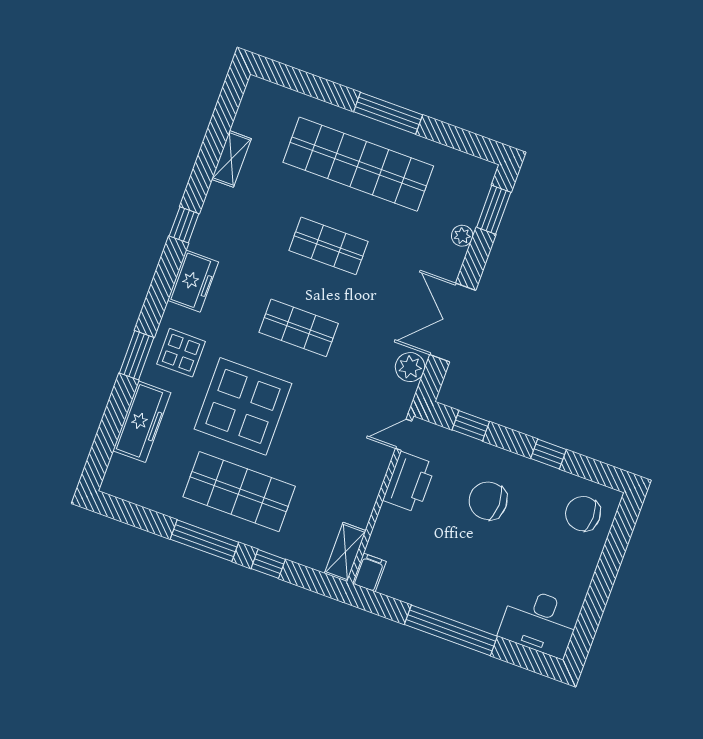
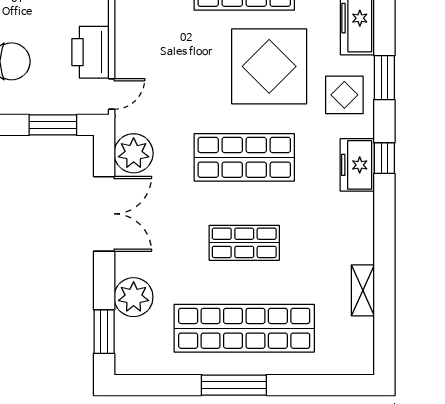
window: (184, 225) -> (384, 158), moved
plant: (462, 236) -> (134, 297), width x1.87, depth x1.87
shop shelf: (299, 328) -> (244, 157), width x1.43, depth x1.36
plant: (410, 367) -> (134, 153), width x1.36, depth x1.36
window: (471, 426) -> (53, 125), width x1.50

